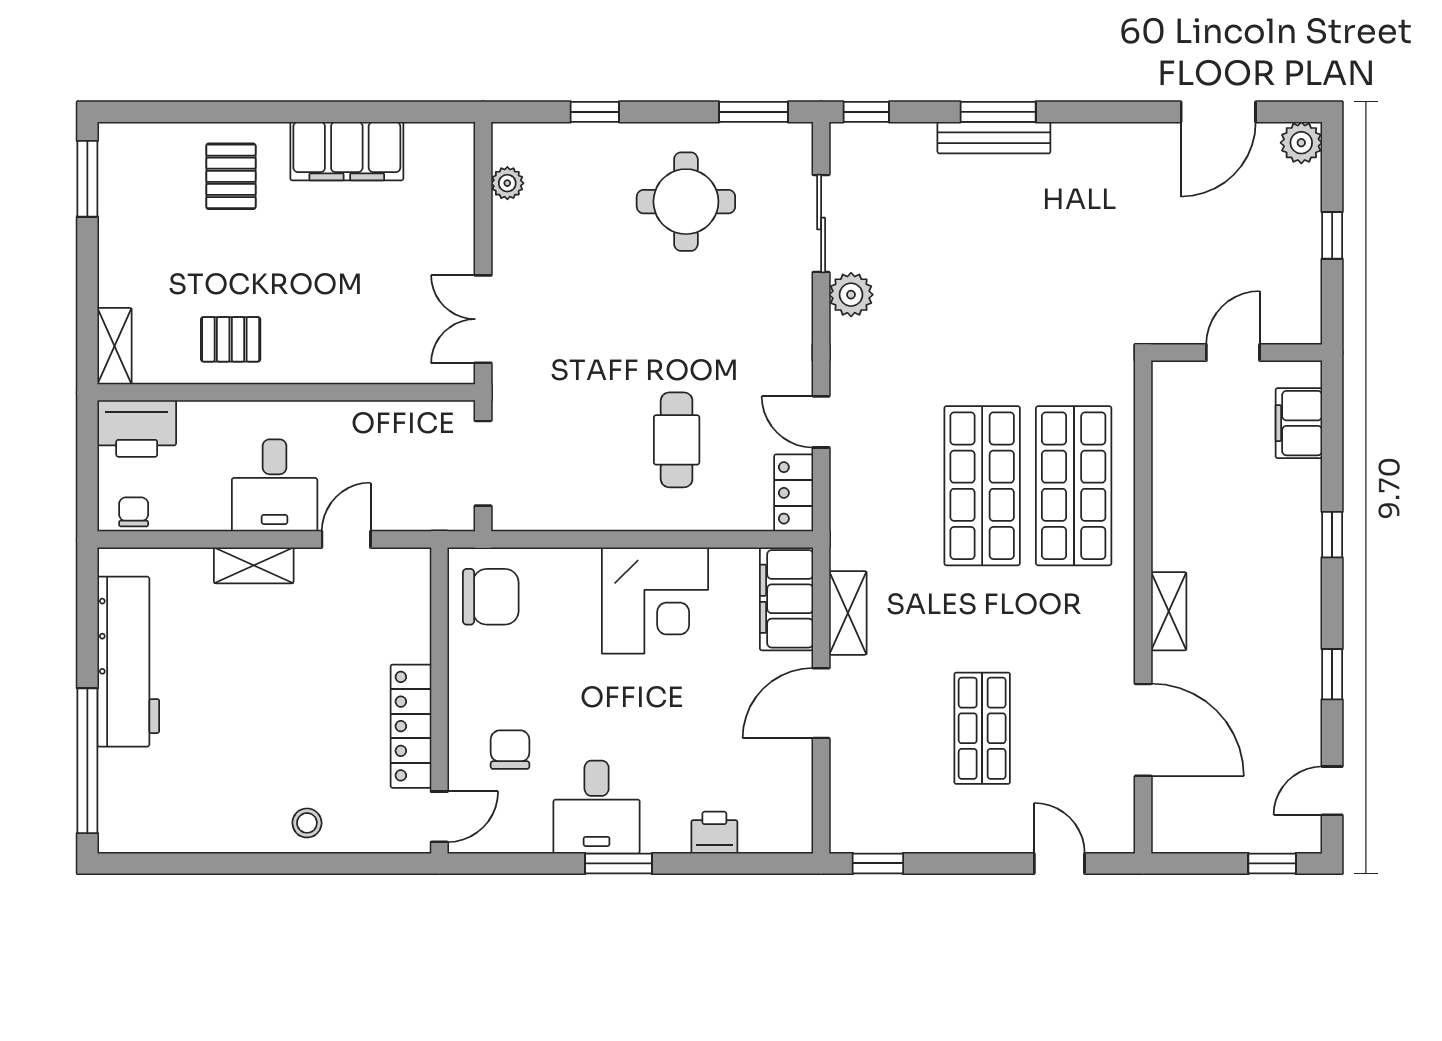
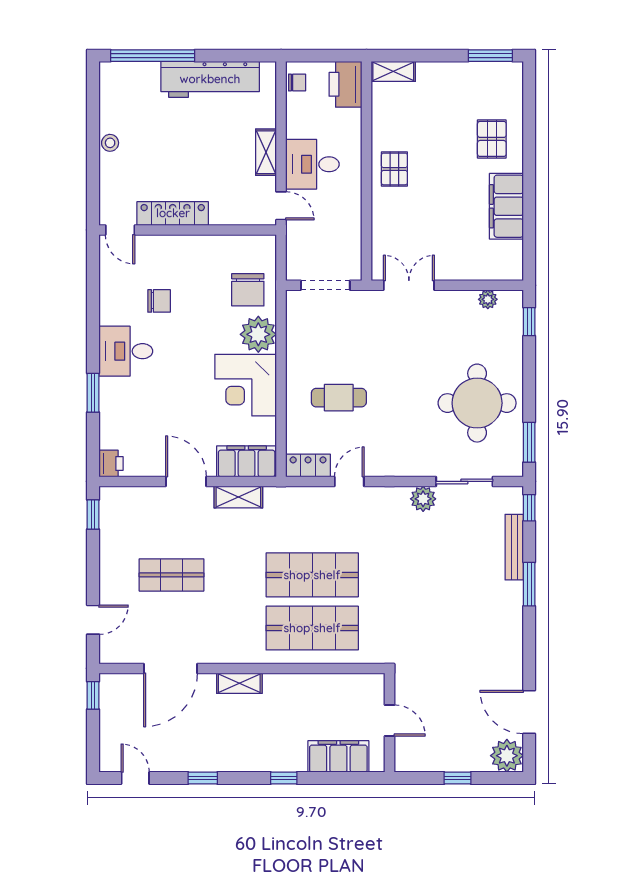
window: (595, 112) -> (529, 322), moved
bench: (994, 138) -> (514, 547), moved
plant: (1301, 143) -> (507, 756), width x1.36, depth x1.36
pallet: (231, 176) -> (492, 139), turned 90
round table: (686, 202) -> (477, 403), width x1.36, depth x1.36
pallet: (231, 339) -> (394, 169), moved
filing cabinet: (1299, 423) -> (338, 756), width x1.50, depth x1.17
plant: (567, 579) -> (258, 334), added
wall: (439, 700) -> (188, 230), moved
locker: (411, 726) -> (173, 213), moved
door: (439, 817) -> (120, 230), moved
stool: (307, 823) -> (110, 143), moved
printer: (714, 833) -> (111, 463), moved
window: (619, 863) -> (93, 393), moved
window: (1272, 863) -> (93, 695), moved

